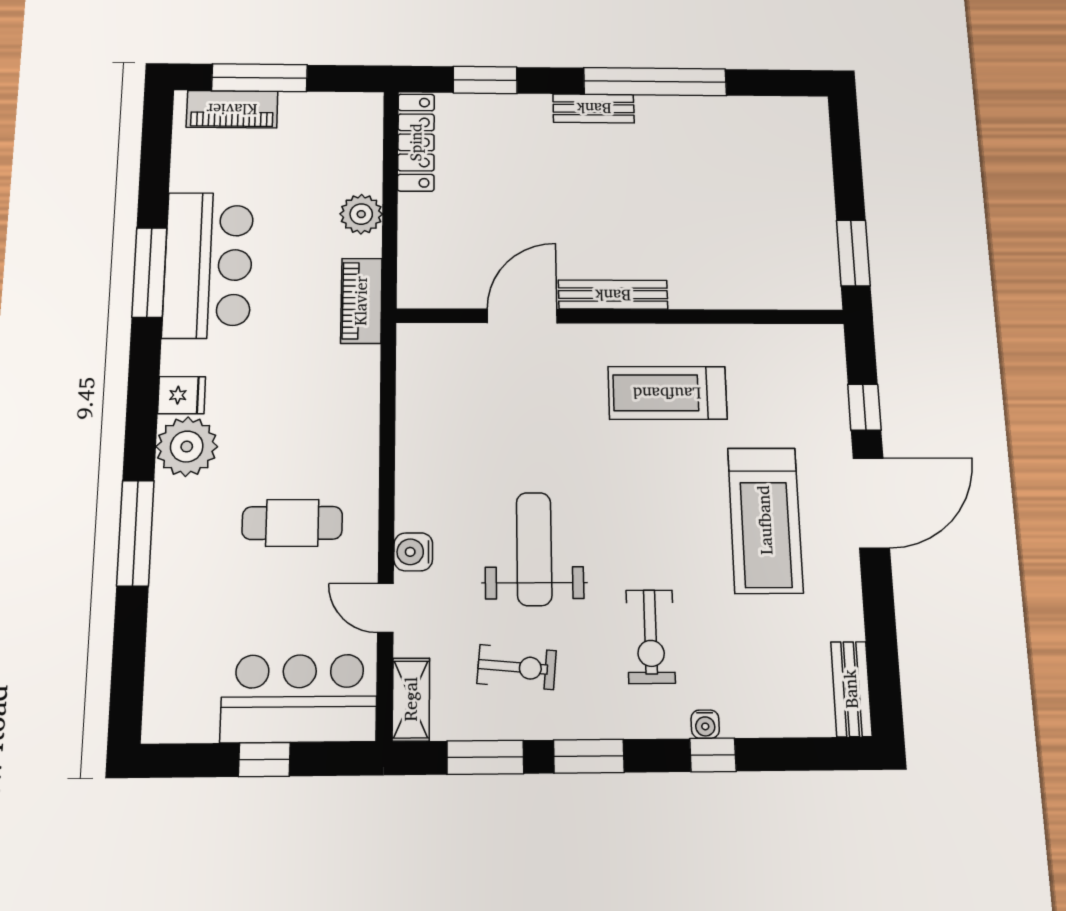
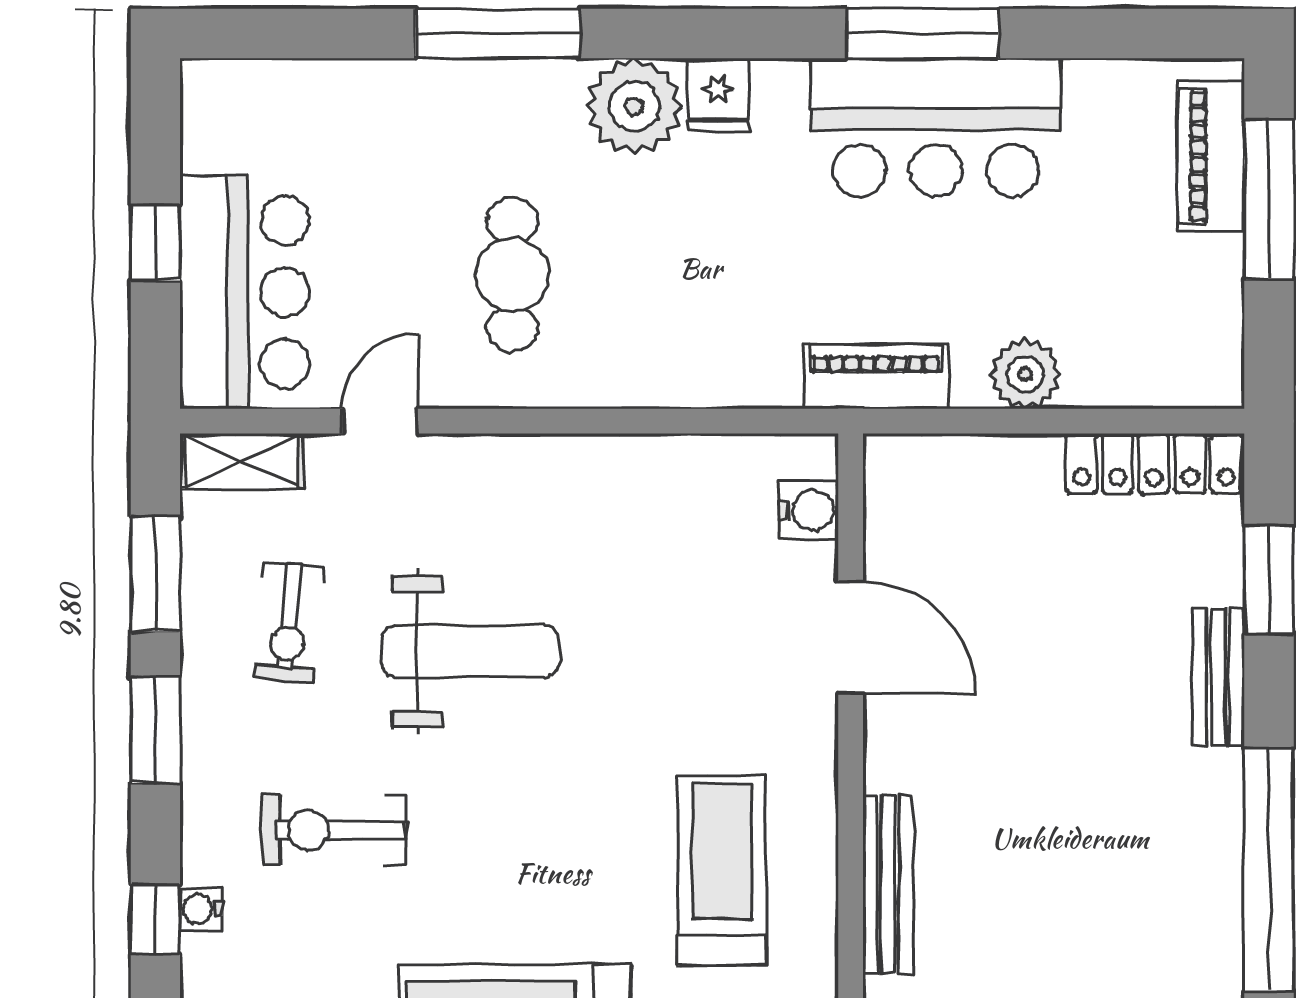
bench: (594, 108) -> (1218, 677), moved
bench: (613, 295) -> (888, 884), moved
water cooler: (413, 552) -> (808, 510), moved, turned 90

